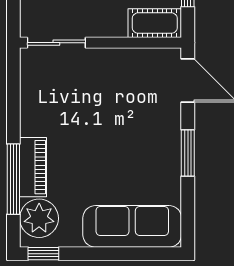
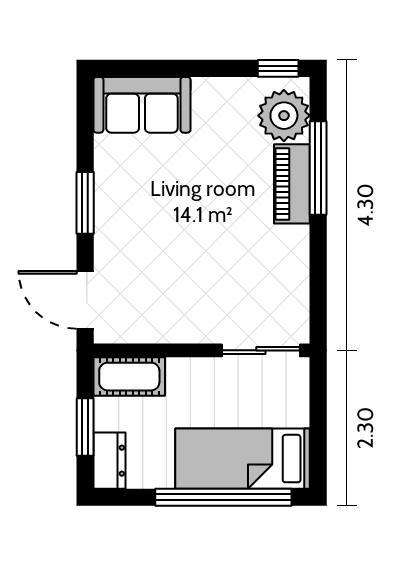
sofa: (132, 226) -> (142, 105), width x0.73

